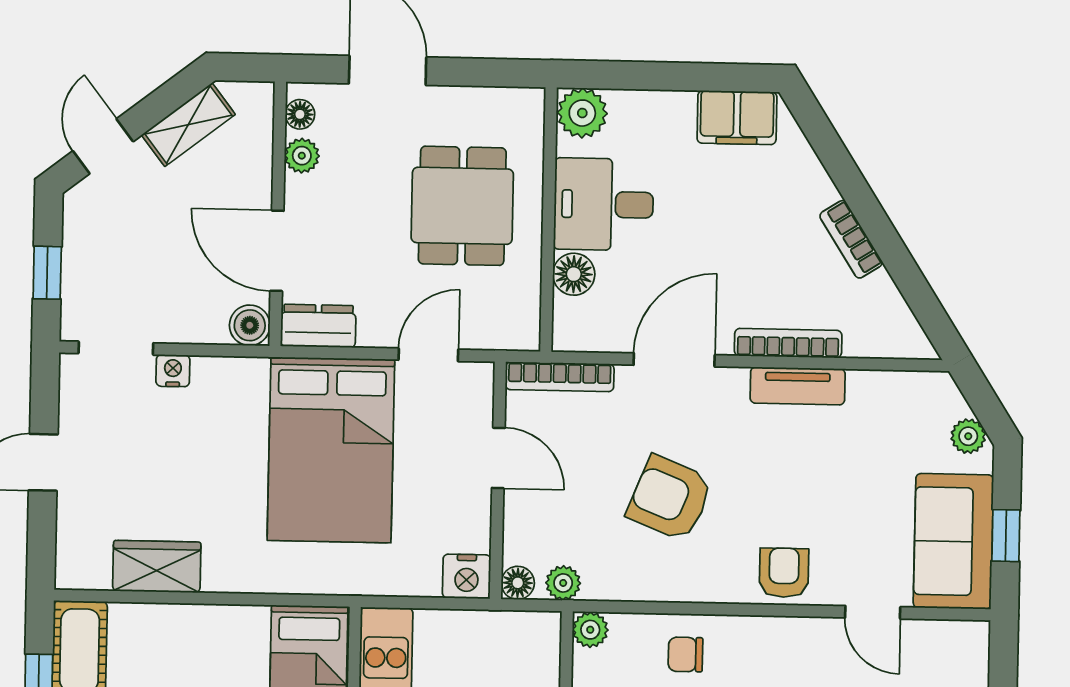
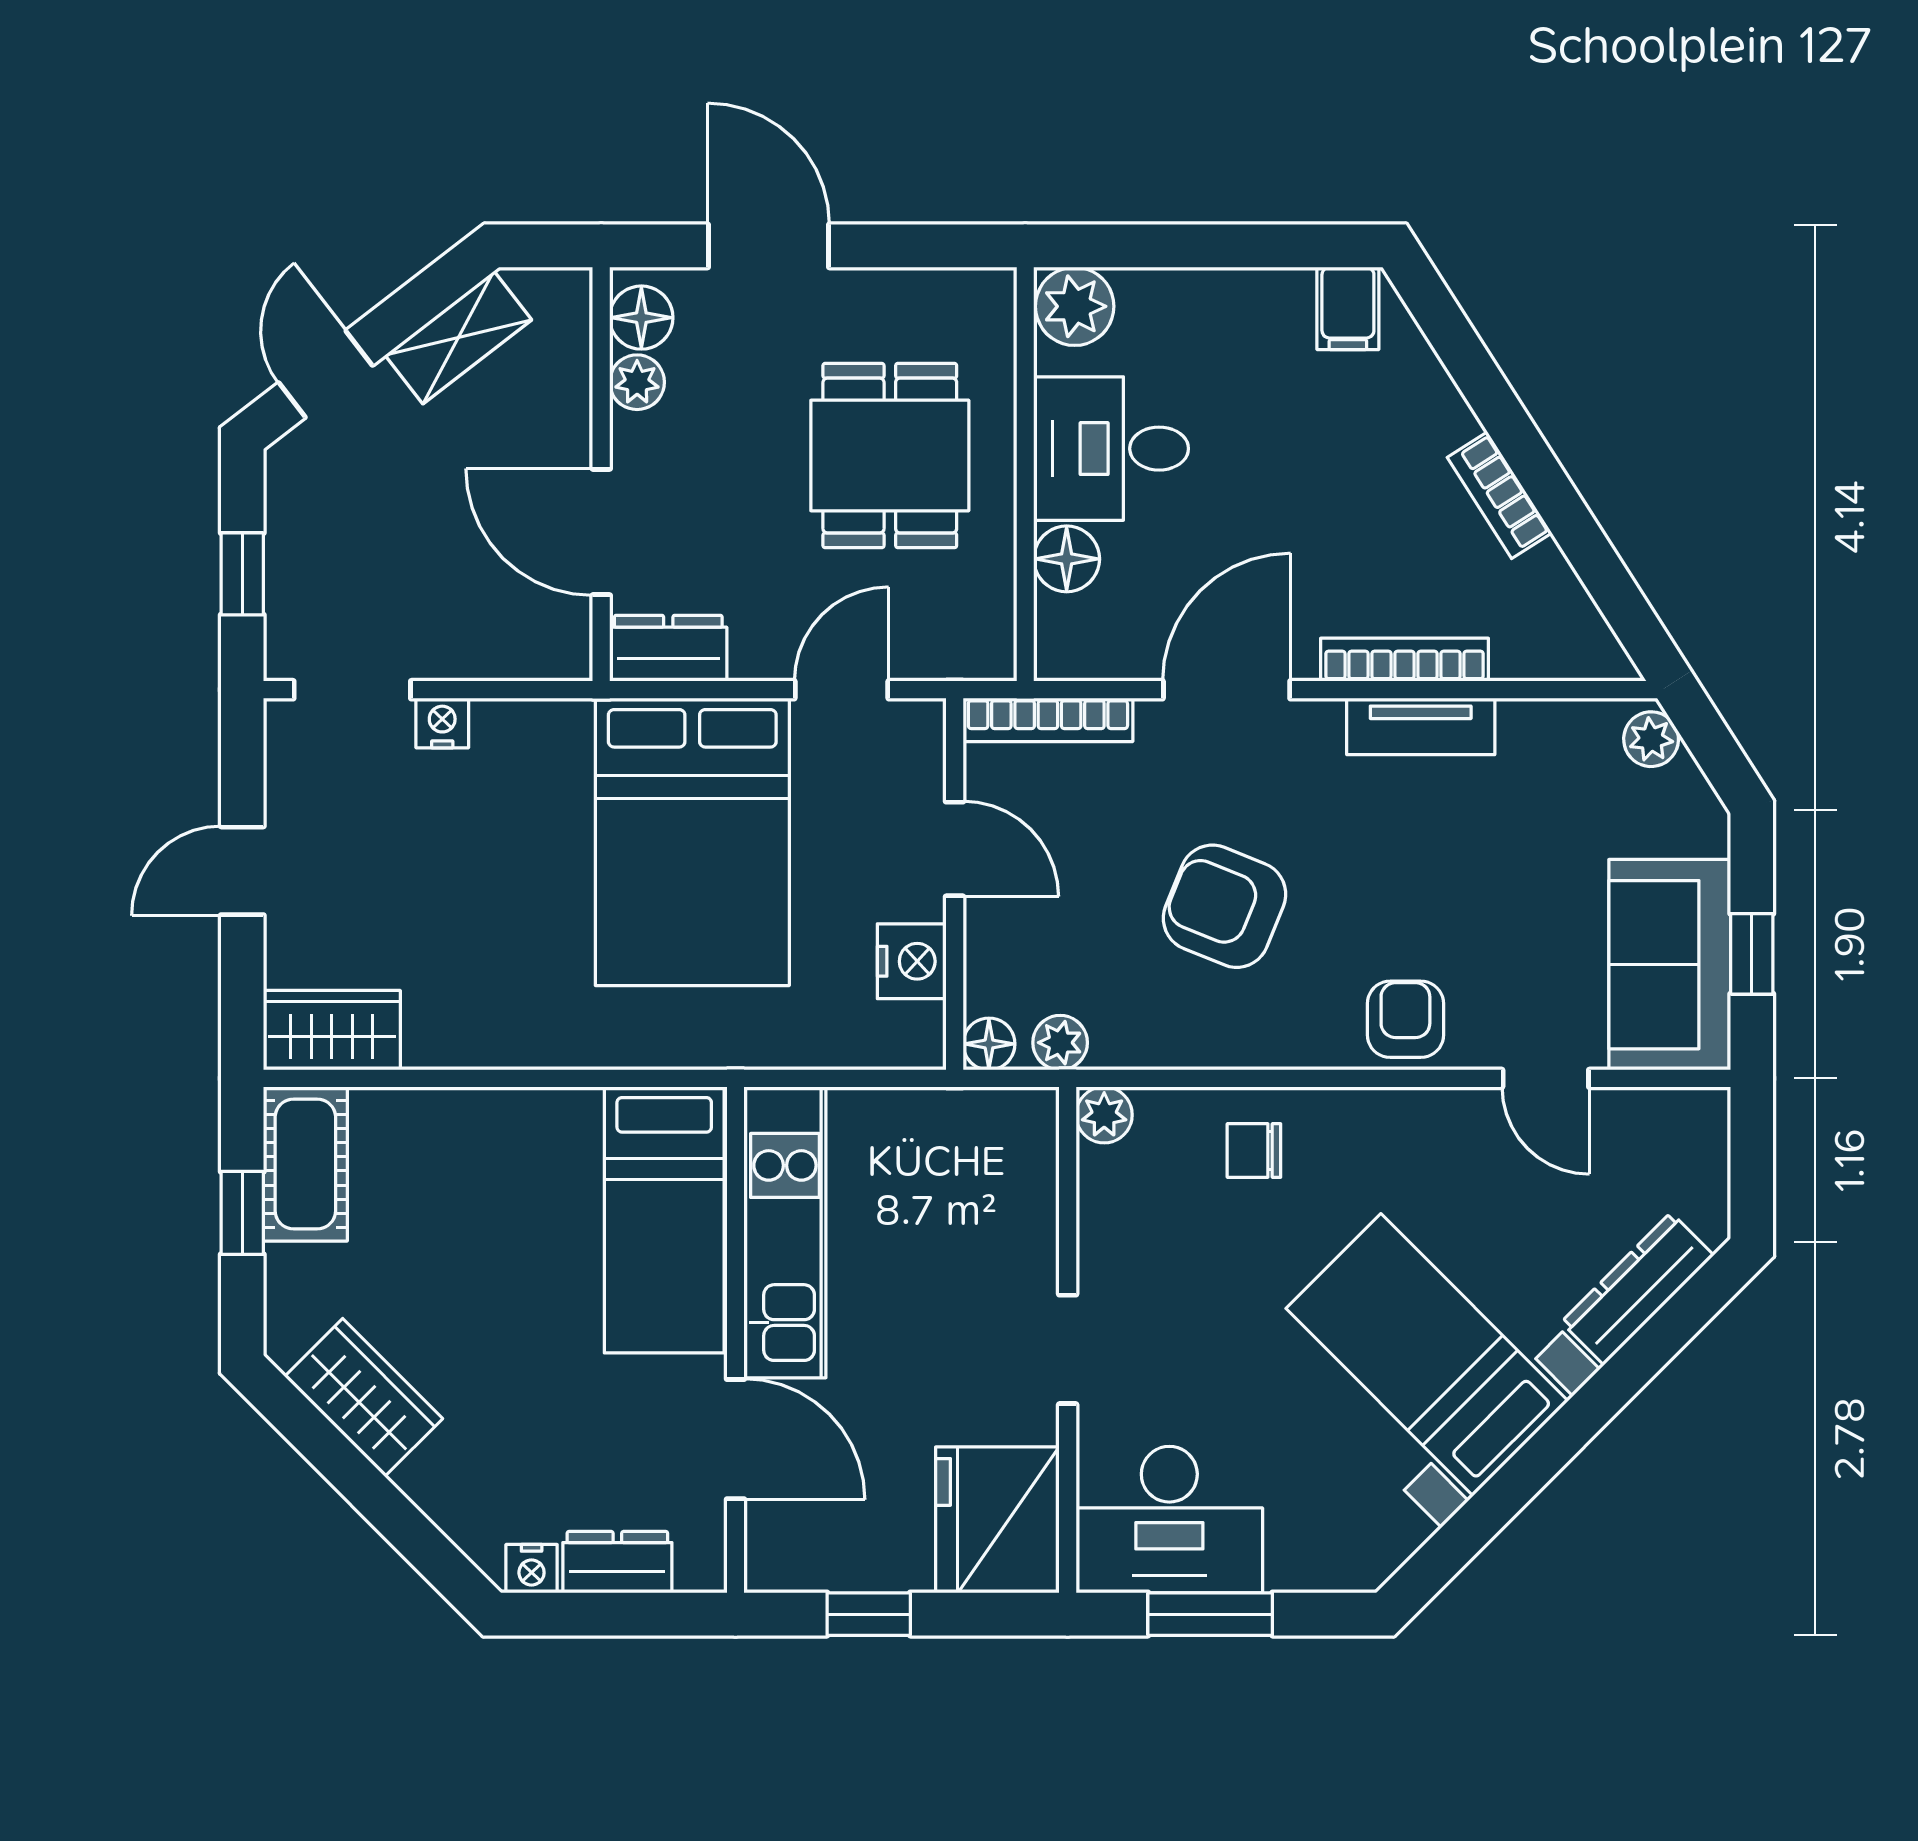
floor lamp: (300, 114) -> (641, 318), width x1.37, depth x1.37
filing cabinet: (737, 118) -> (1348, 308), width x0.50
boiler: (250, 325) -> (561, 649), removed
plant: (968, 436) -> (1651, 739), moved
wardrobe: (157, 567) -> (332, 1030), moved
nightstand: (467, 576) -> (912, 961), moved, turned -90

